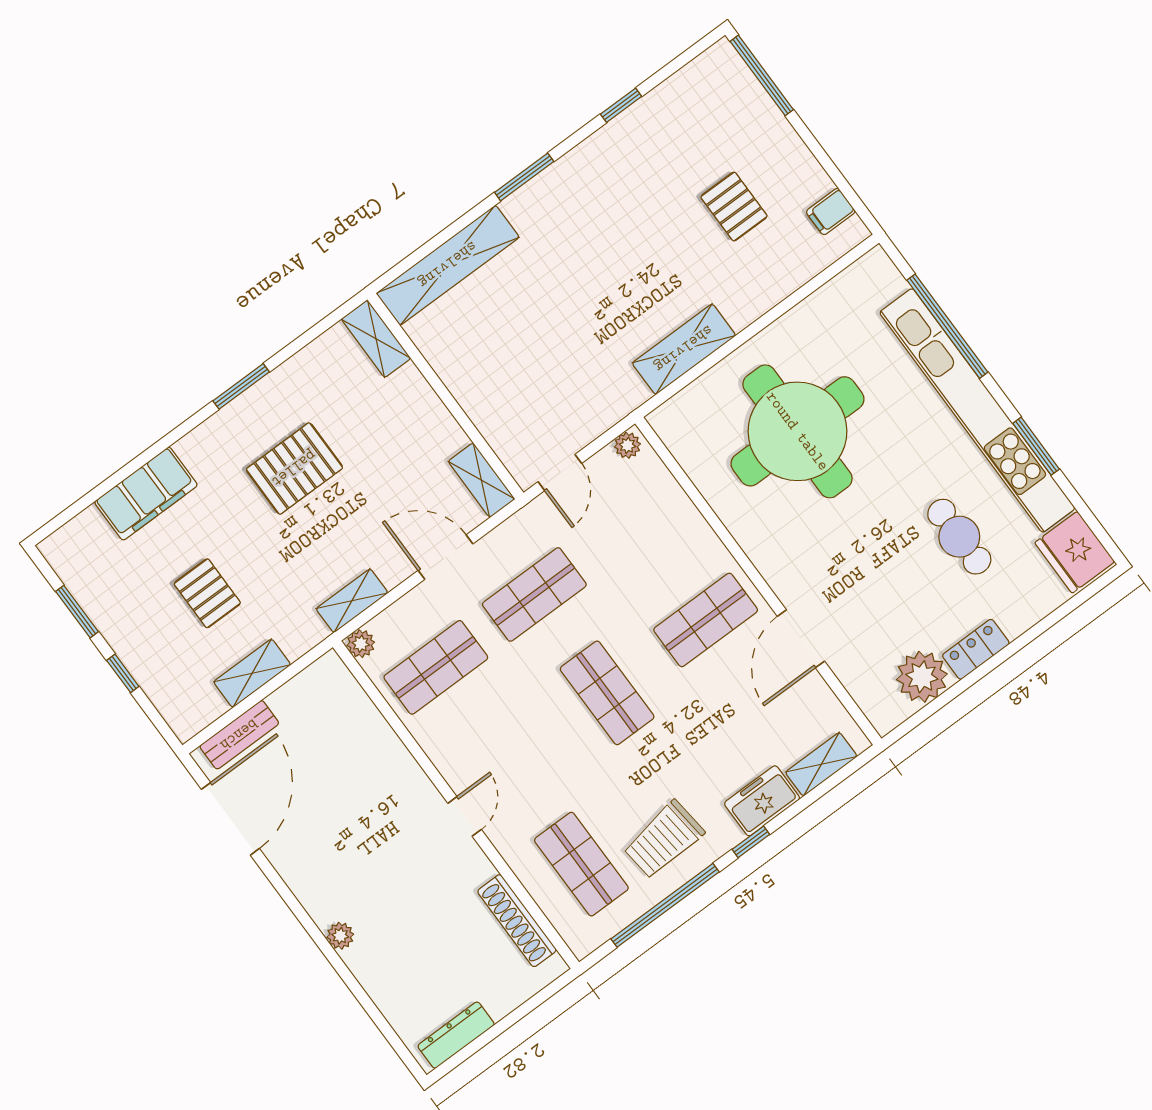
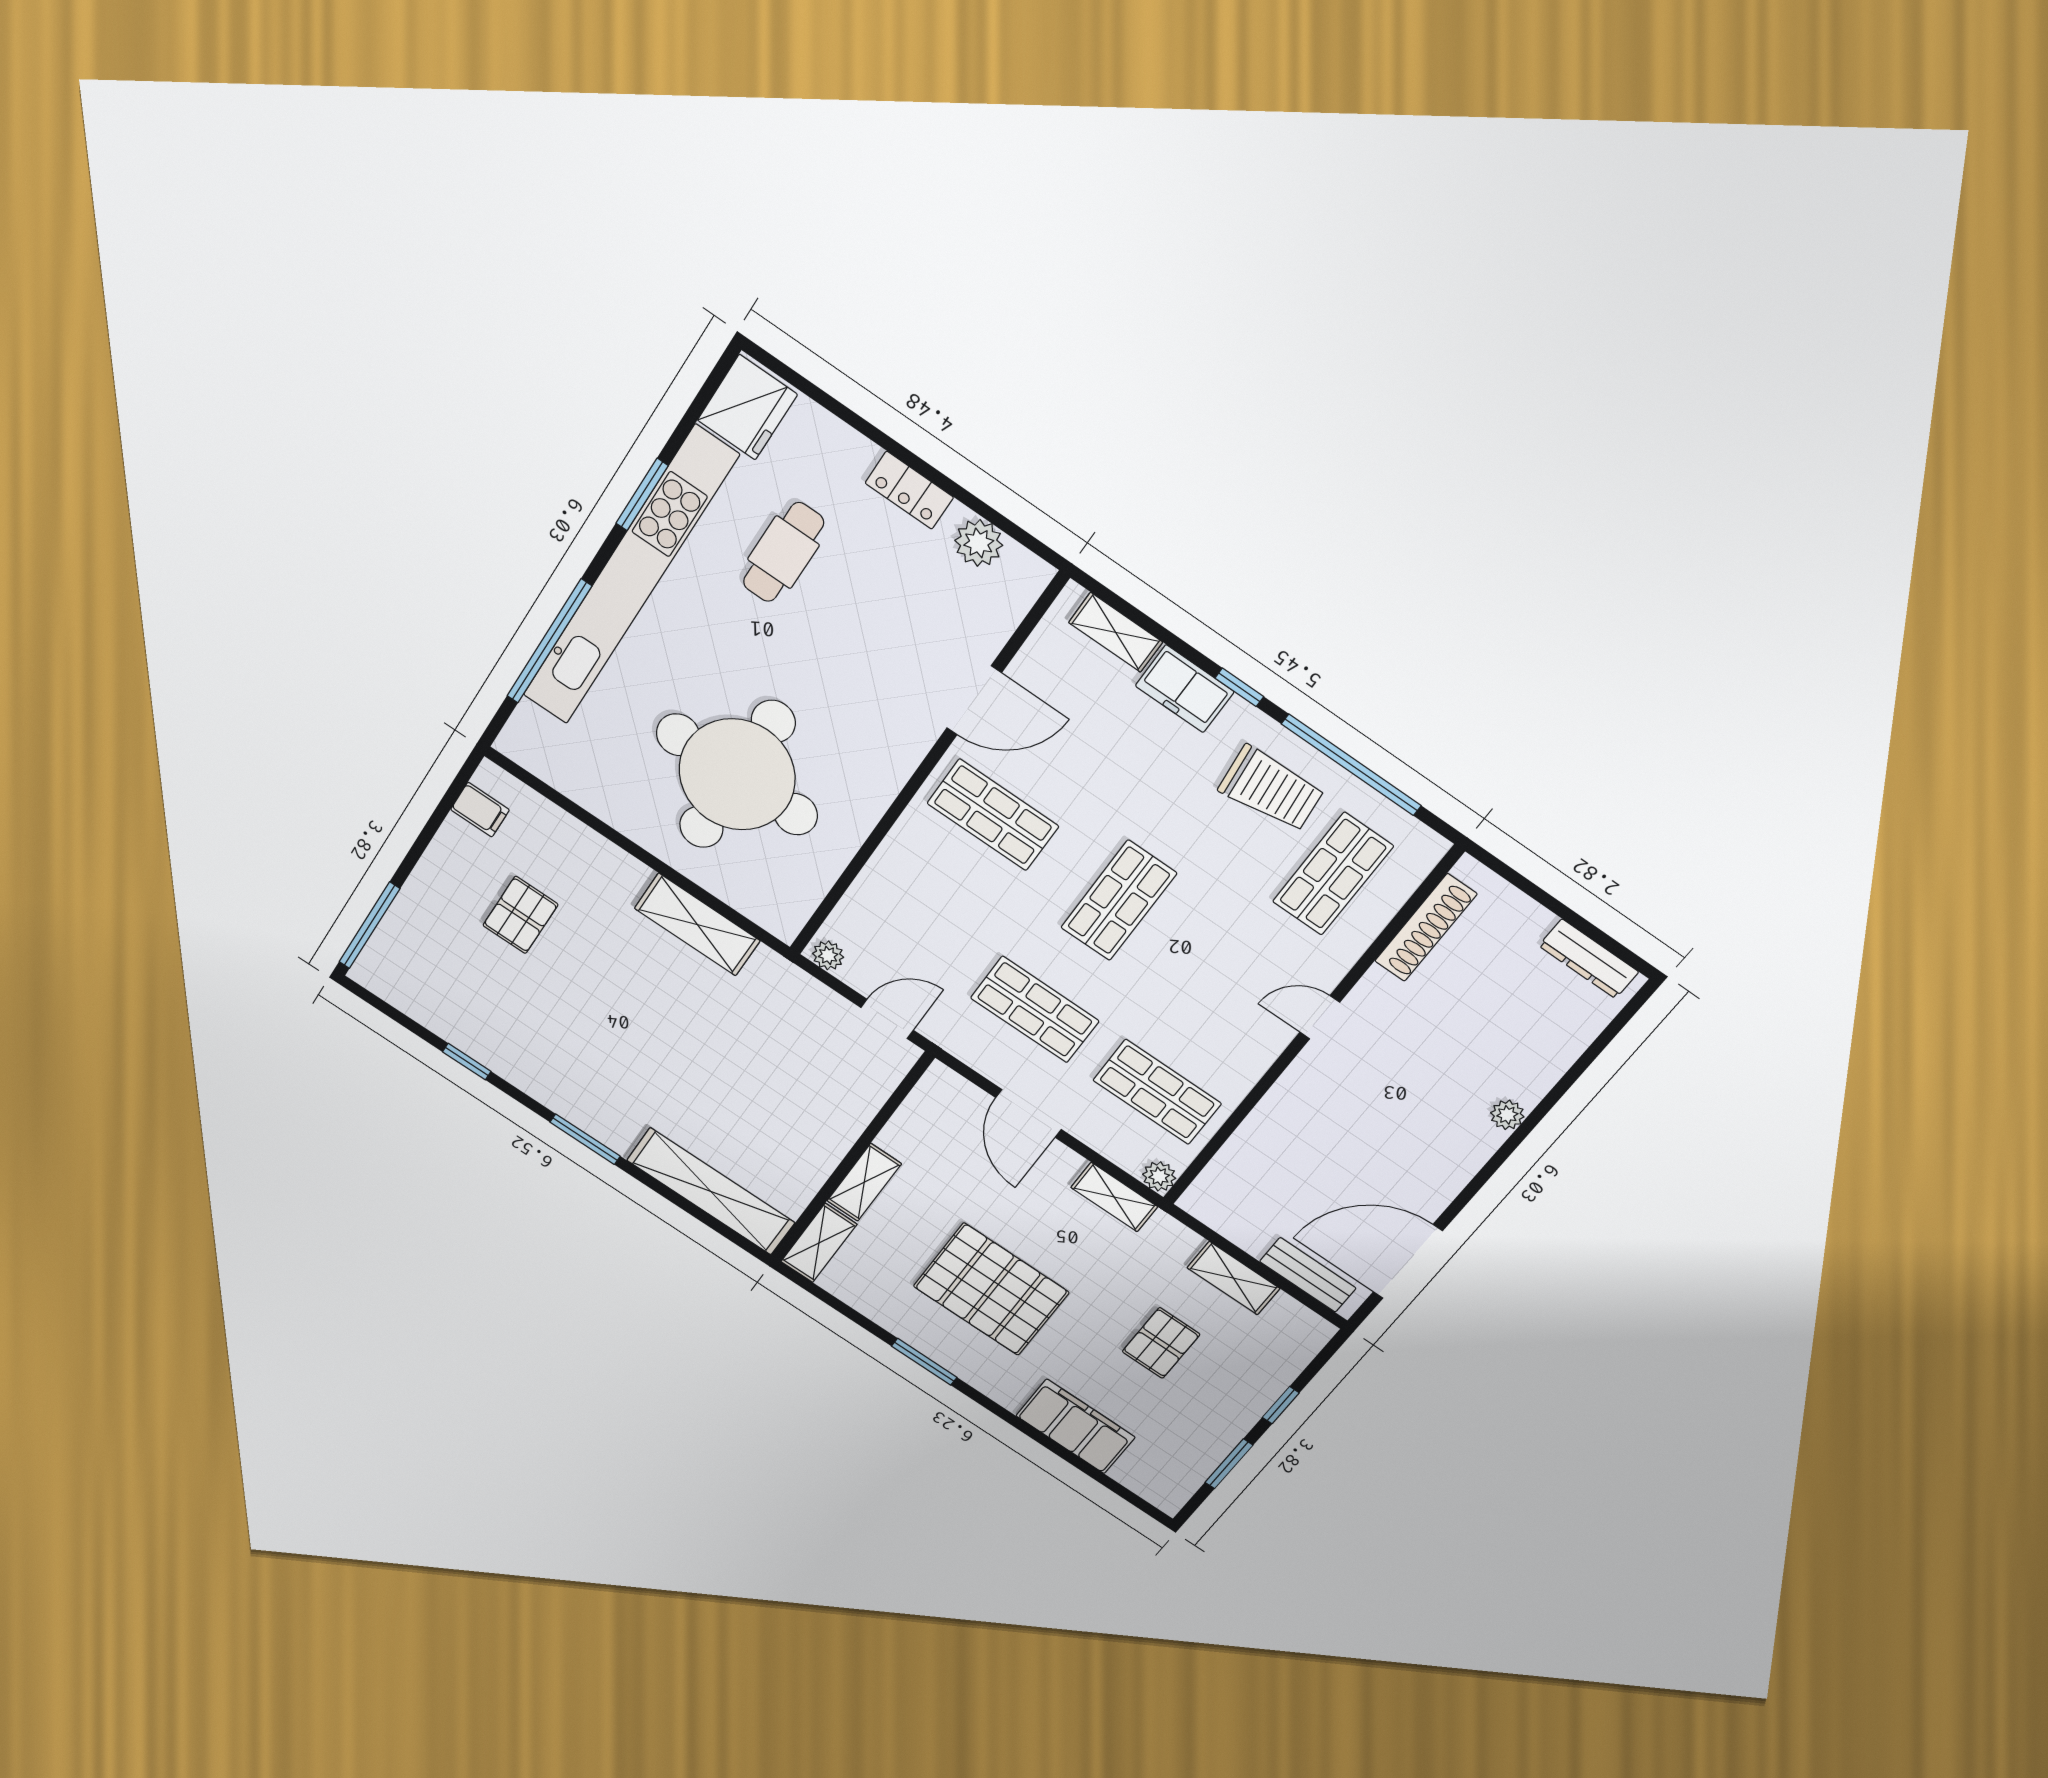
pallet: (294, 469) -> (991, 1289), width x1.37, depth x1.41
shelving: (481, 480) -> (864, 1182), moved
plant: (922, 677) -> (979, 543), width x0.73, depth x0.73

